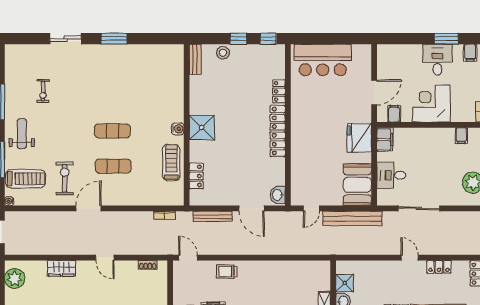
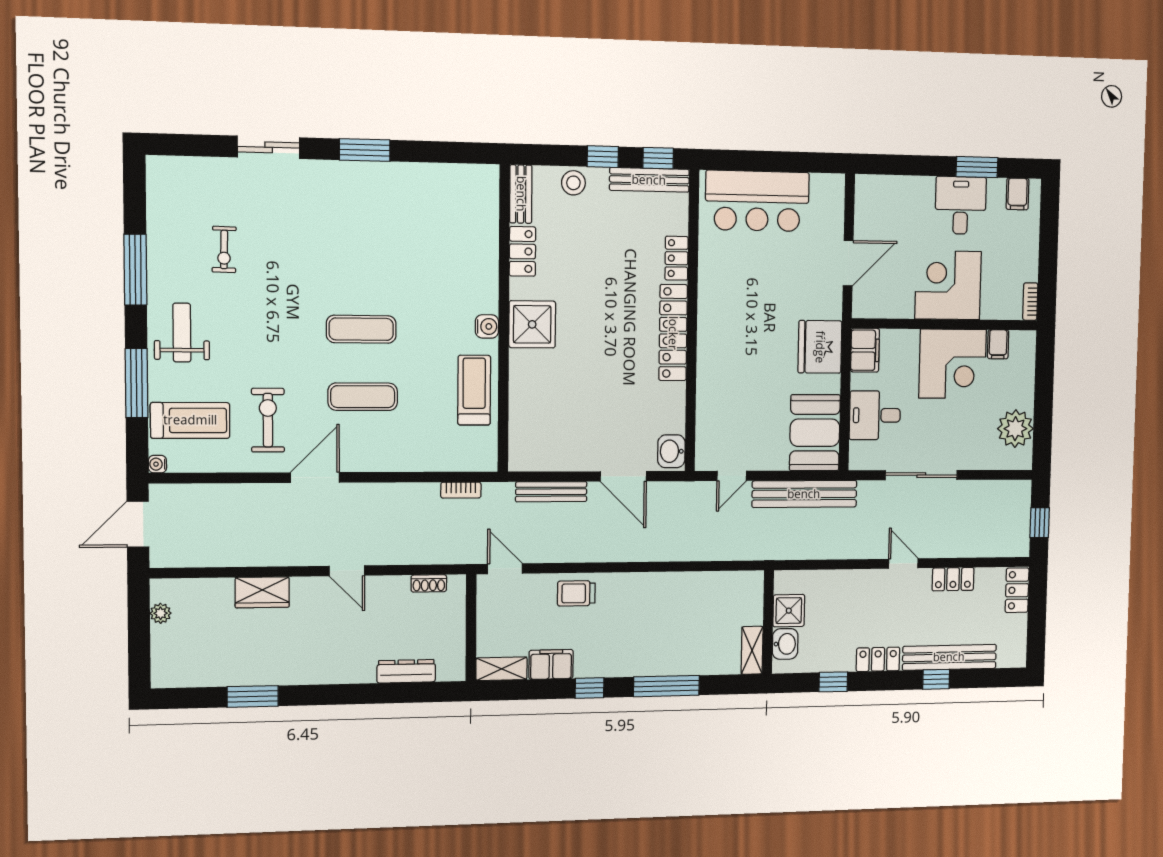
bench: (264, 50) -> (649, 180), added
filing cabinet: (394, 114) -> (882, 303), removed
corner desk: (435, 147) -> (953, 364), added
locker: (196, 176) -> (522, 251), moved
plant: (15, 279) -> (161, 613), width x0.53, depth x0.53

